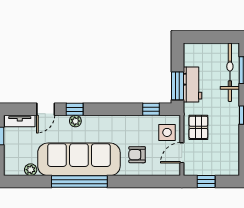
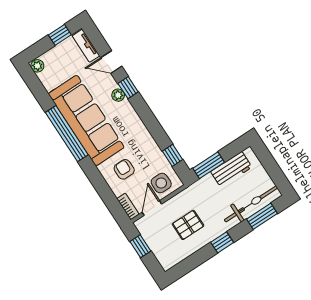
workbench: (193, 84) -> (231, 169), moved
pallet: (198, 127) -> (188, 225), moved
door: (182, 153) -> (152, 208), hinge flipped
plant: (31, 170) -> (37, 66), moved
bookcase: (168, 171) -> (128, 206), added

